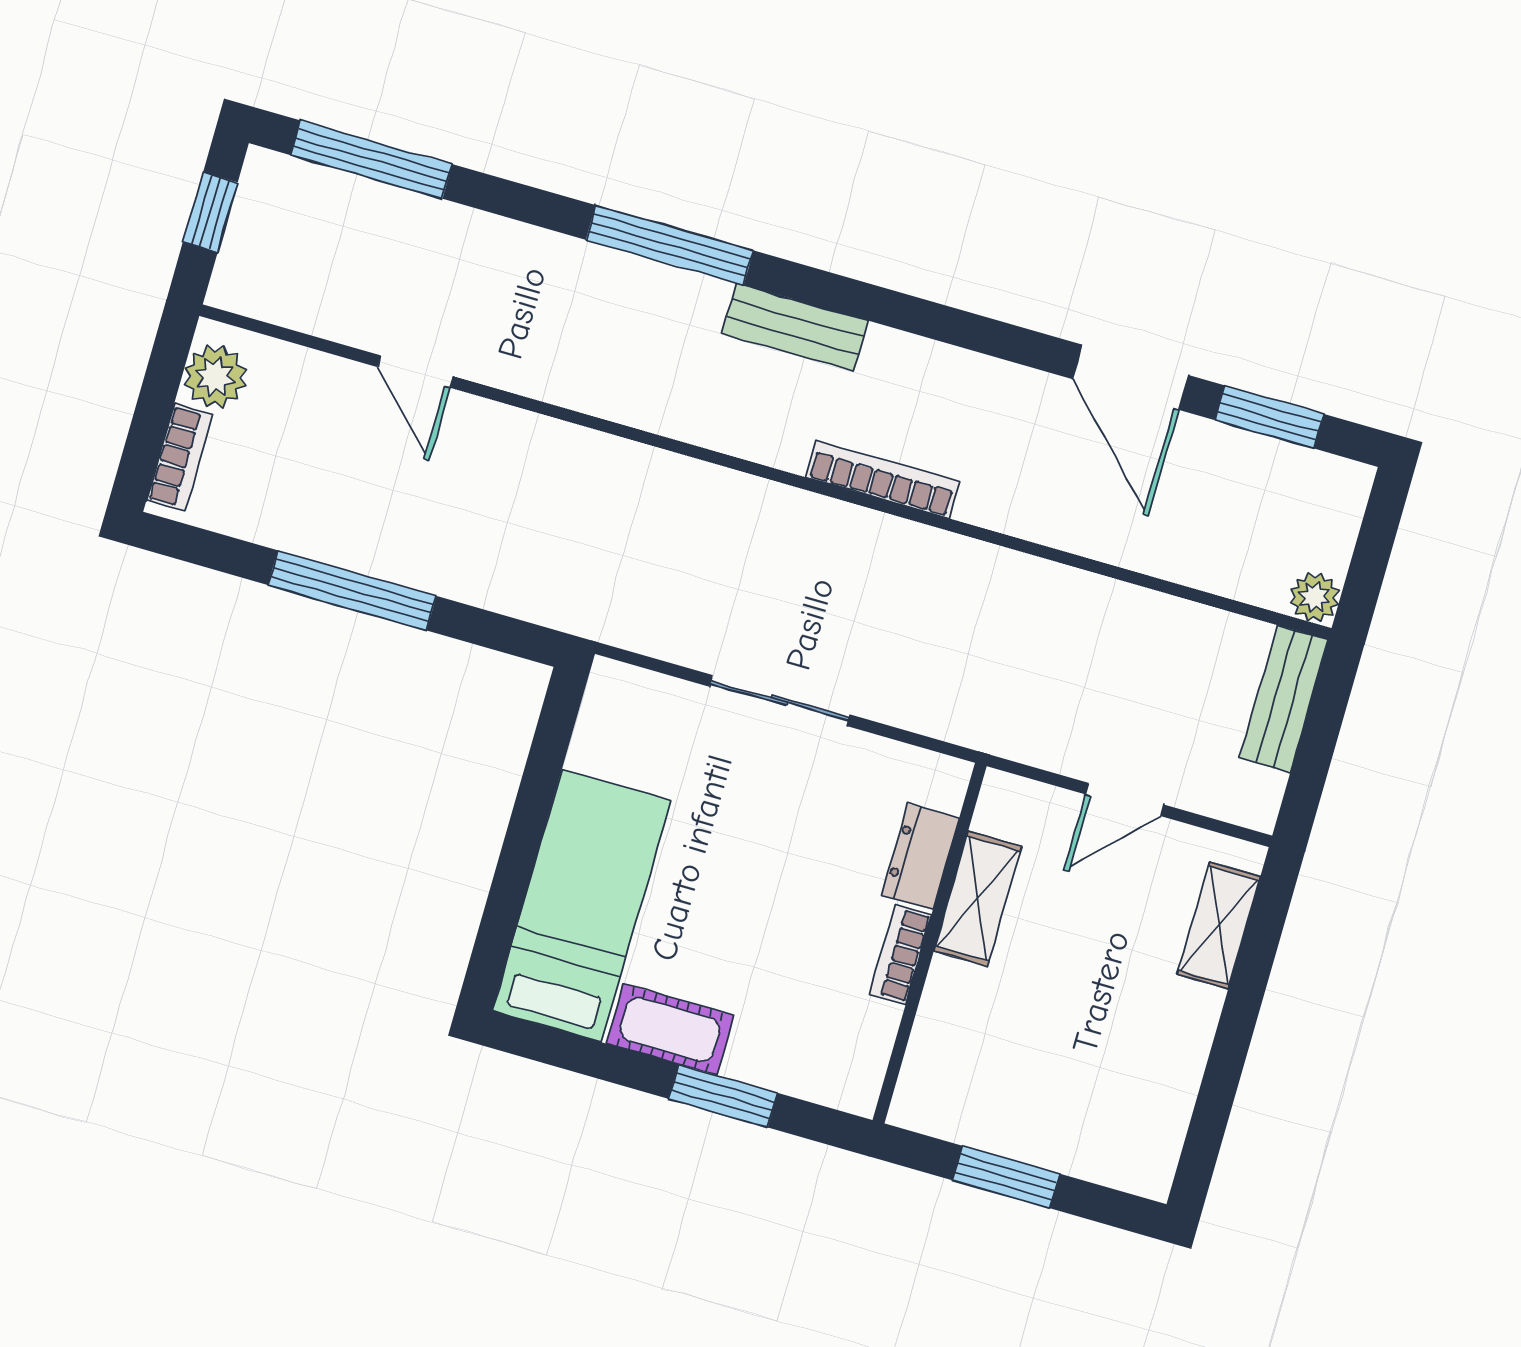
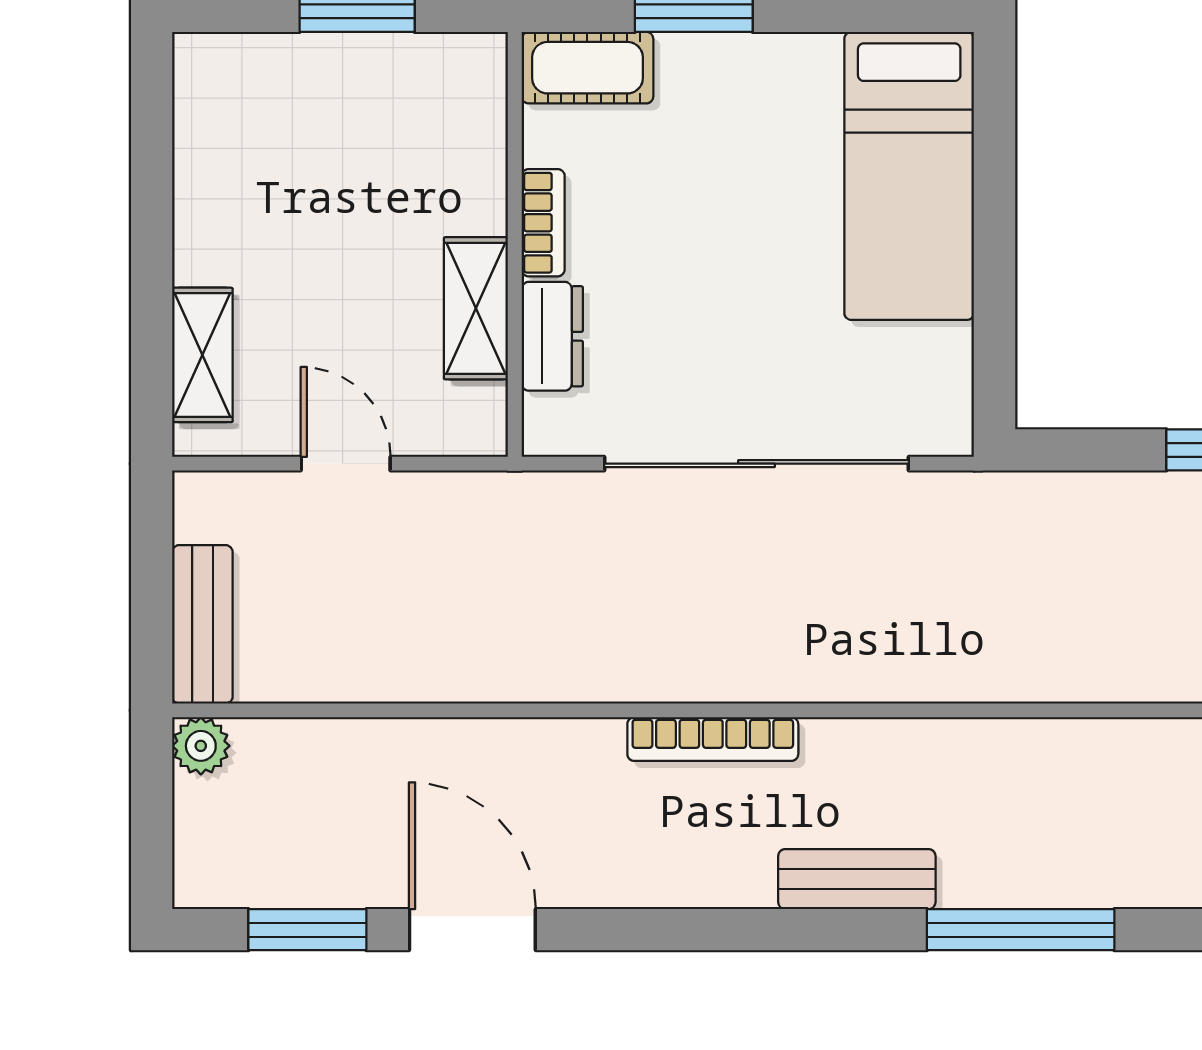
sliding door: (779, 700) -> (757, 464), width x1.86
door: (1125, 800) -> (346, 464), hinge flipped
cot: (670, 1029) -> (587, 68), moved

